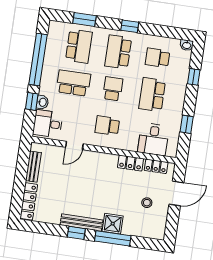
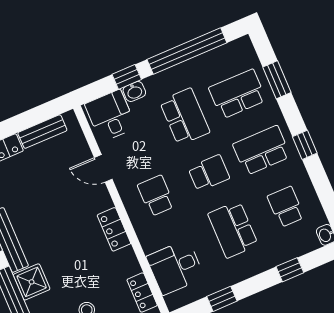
school desk: (79, 46) -> (237, 94), turned 180
school desk: (152, 95) -> (233, 229), turned -90
locker: (131, 163) -> (114, 229), moved

